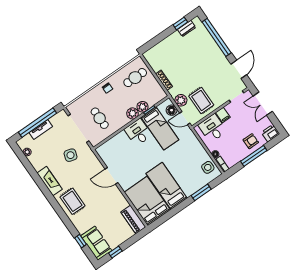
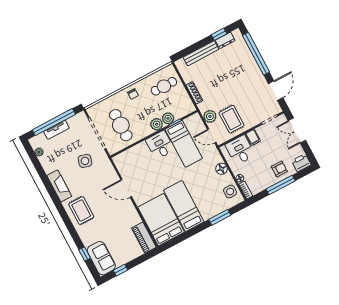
bench: (166, 43) -> (201, 53), added
floor lamp: (172, 110) -> (222, 169), moved
cafe table: (100, 118) -> (121, 125), width x1.37, depth x1.35

